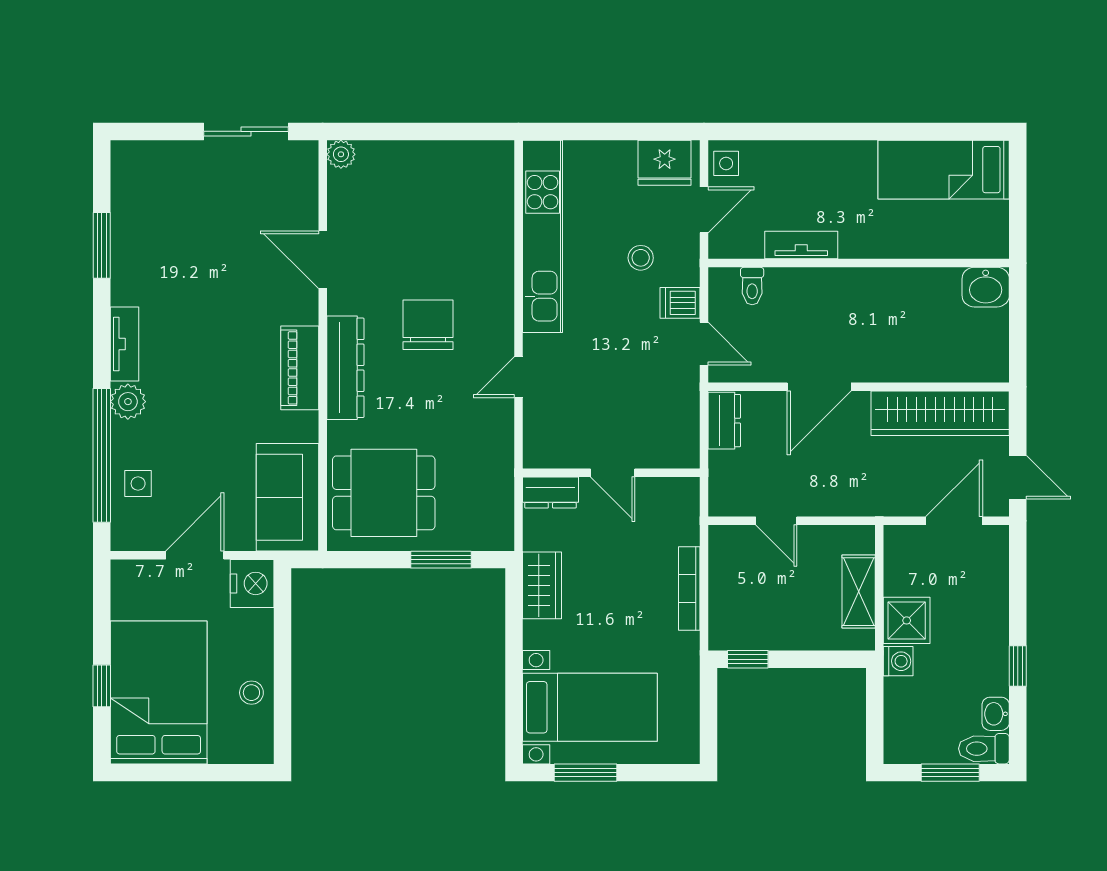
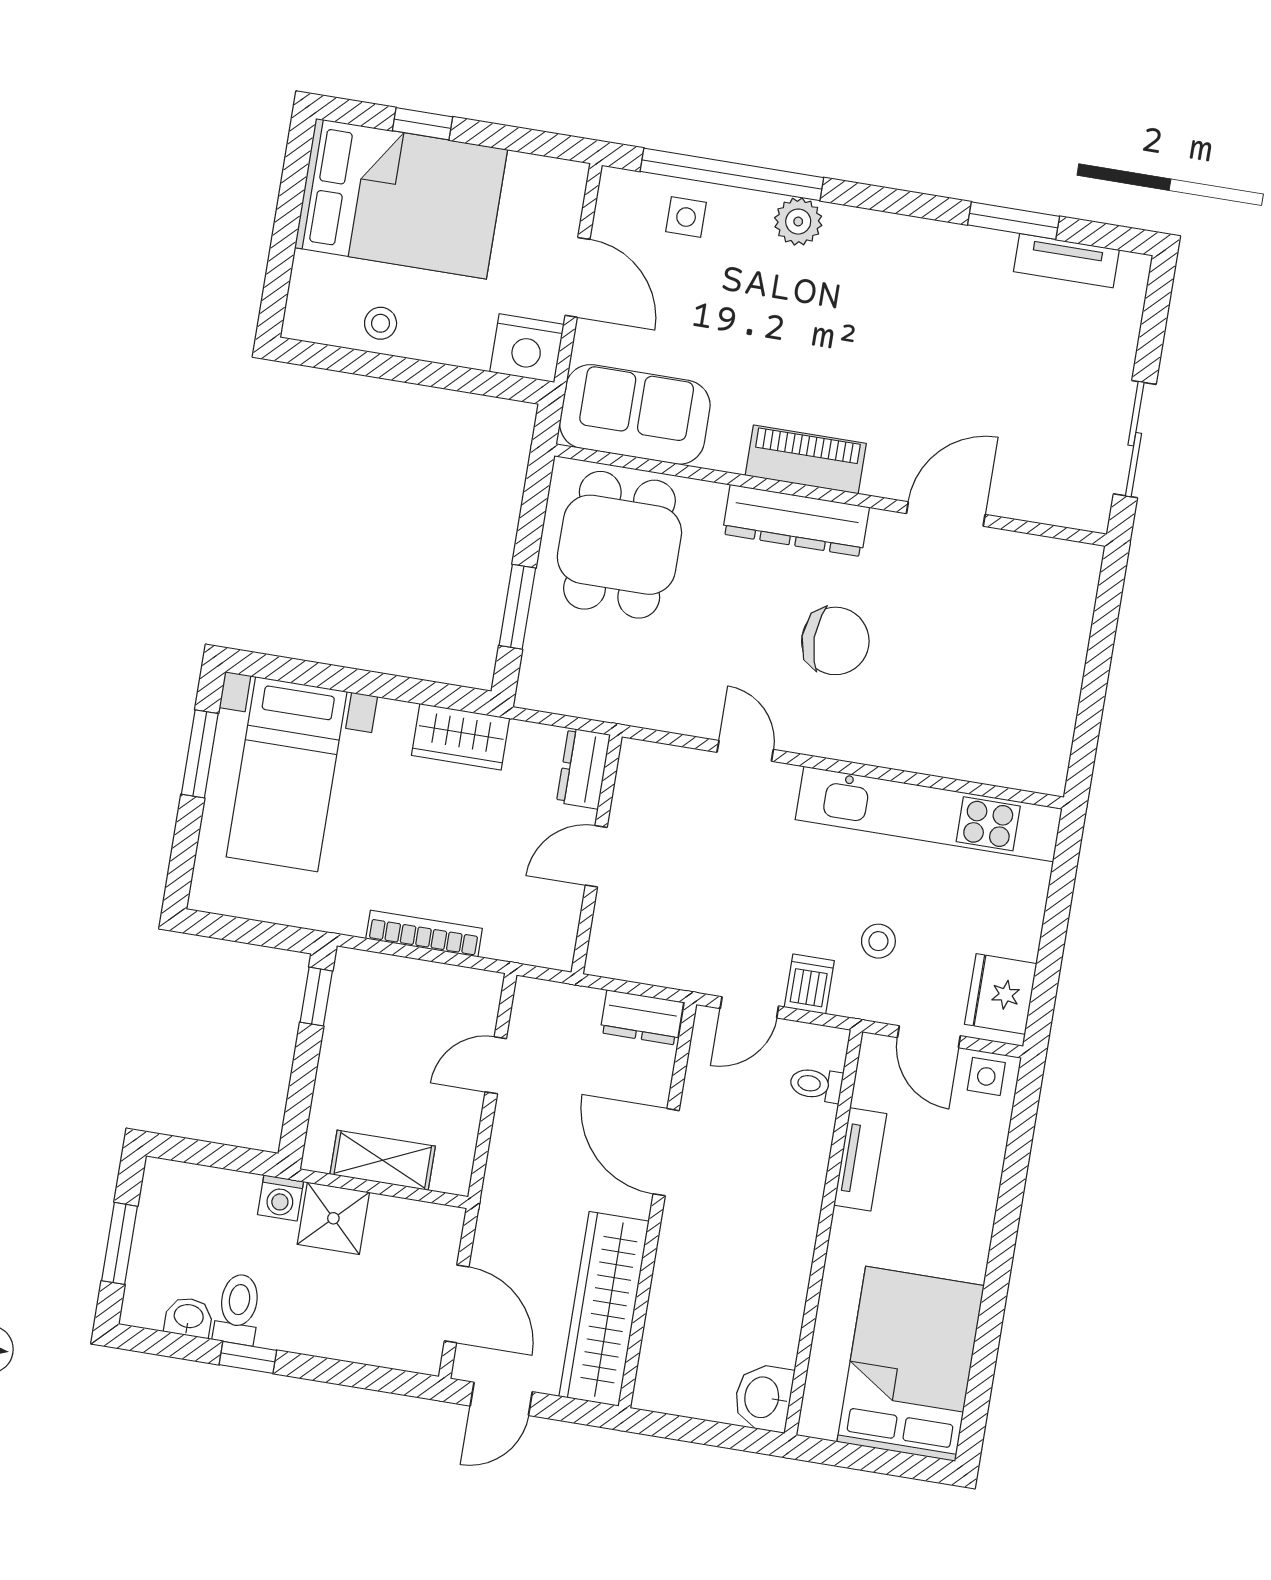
plant: (341, 154) -> (1083, 562), removed
bed: (944, 170) -> (911, 1364), width x1.50
tv unit: (125, 344) -> (1066, 261), moved
toilet: (984, 749) -> (238, 1309), moved

